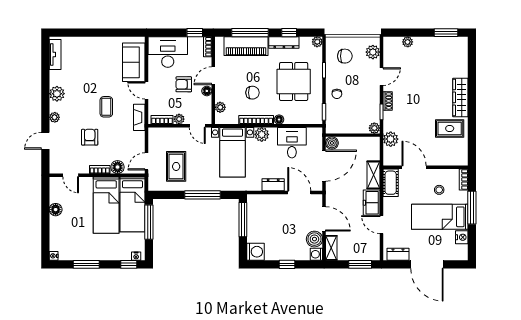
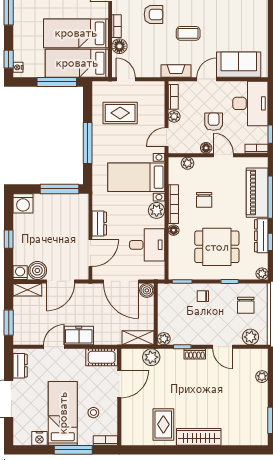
shelving: (374, 175) -> (138, 338), moved

